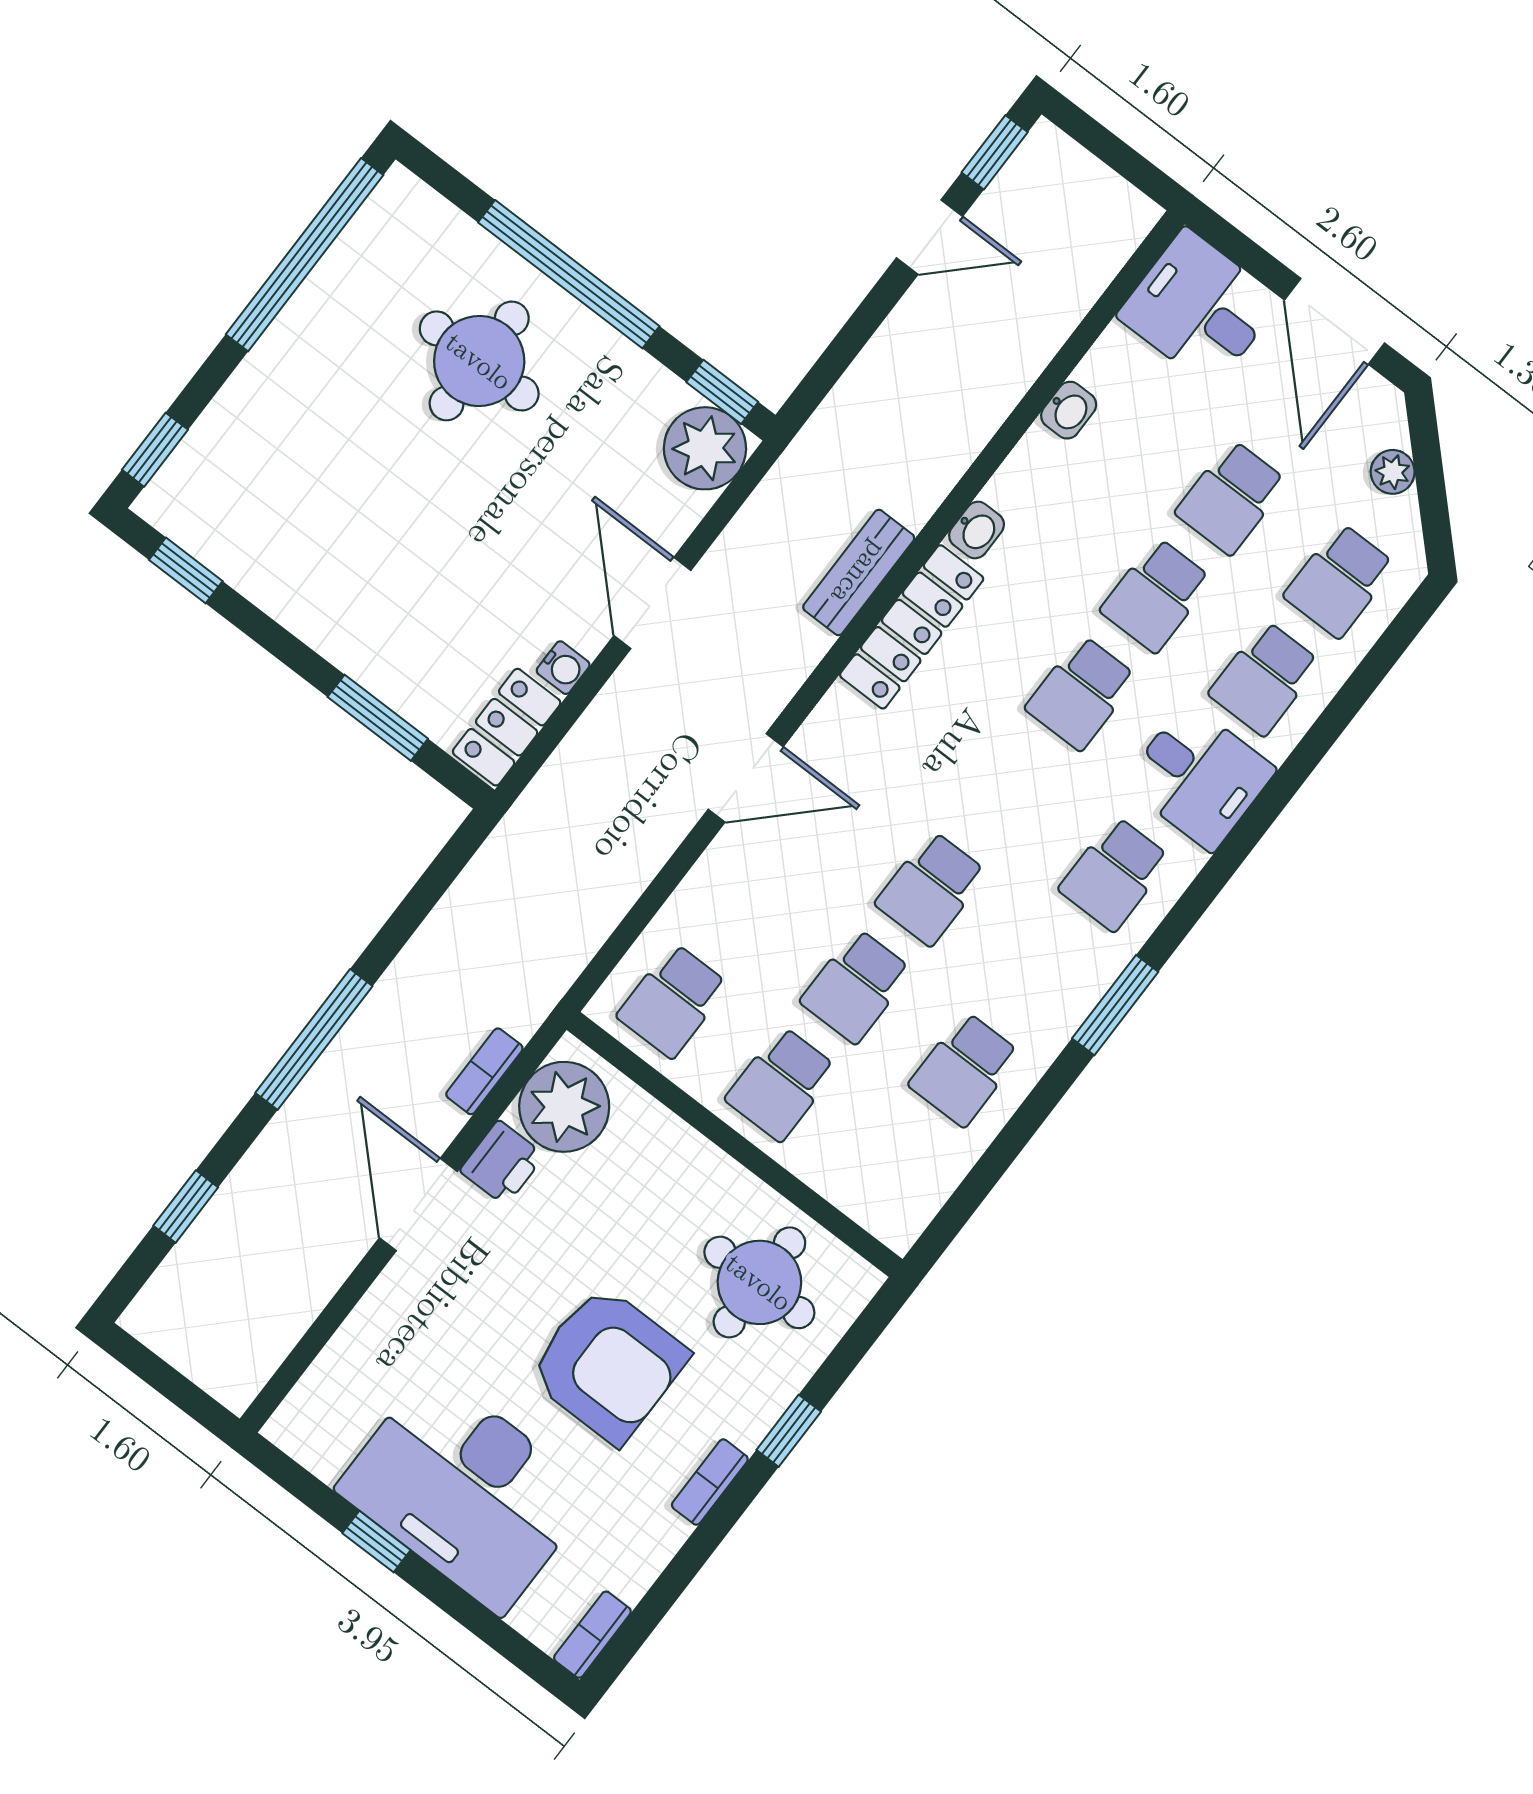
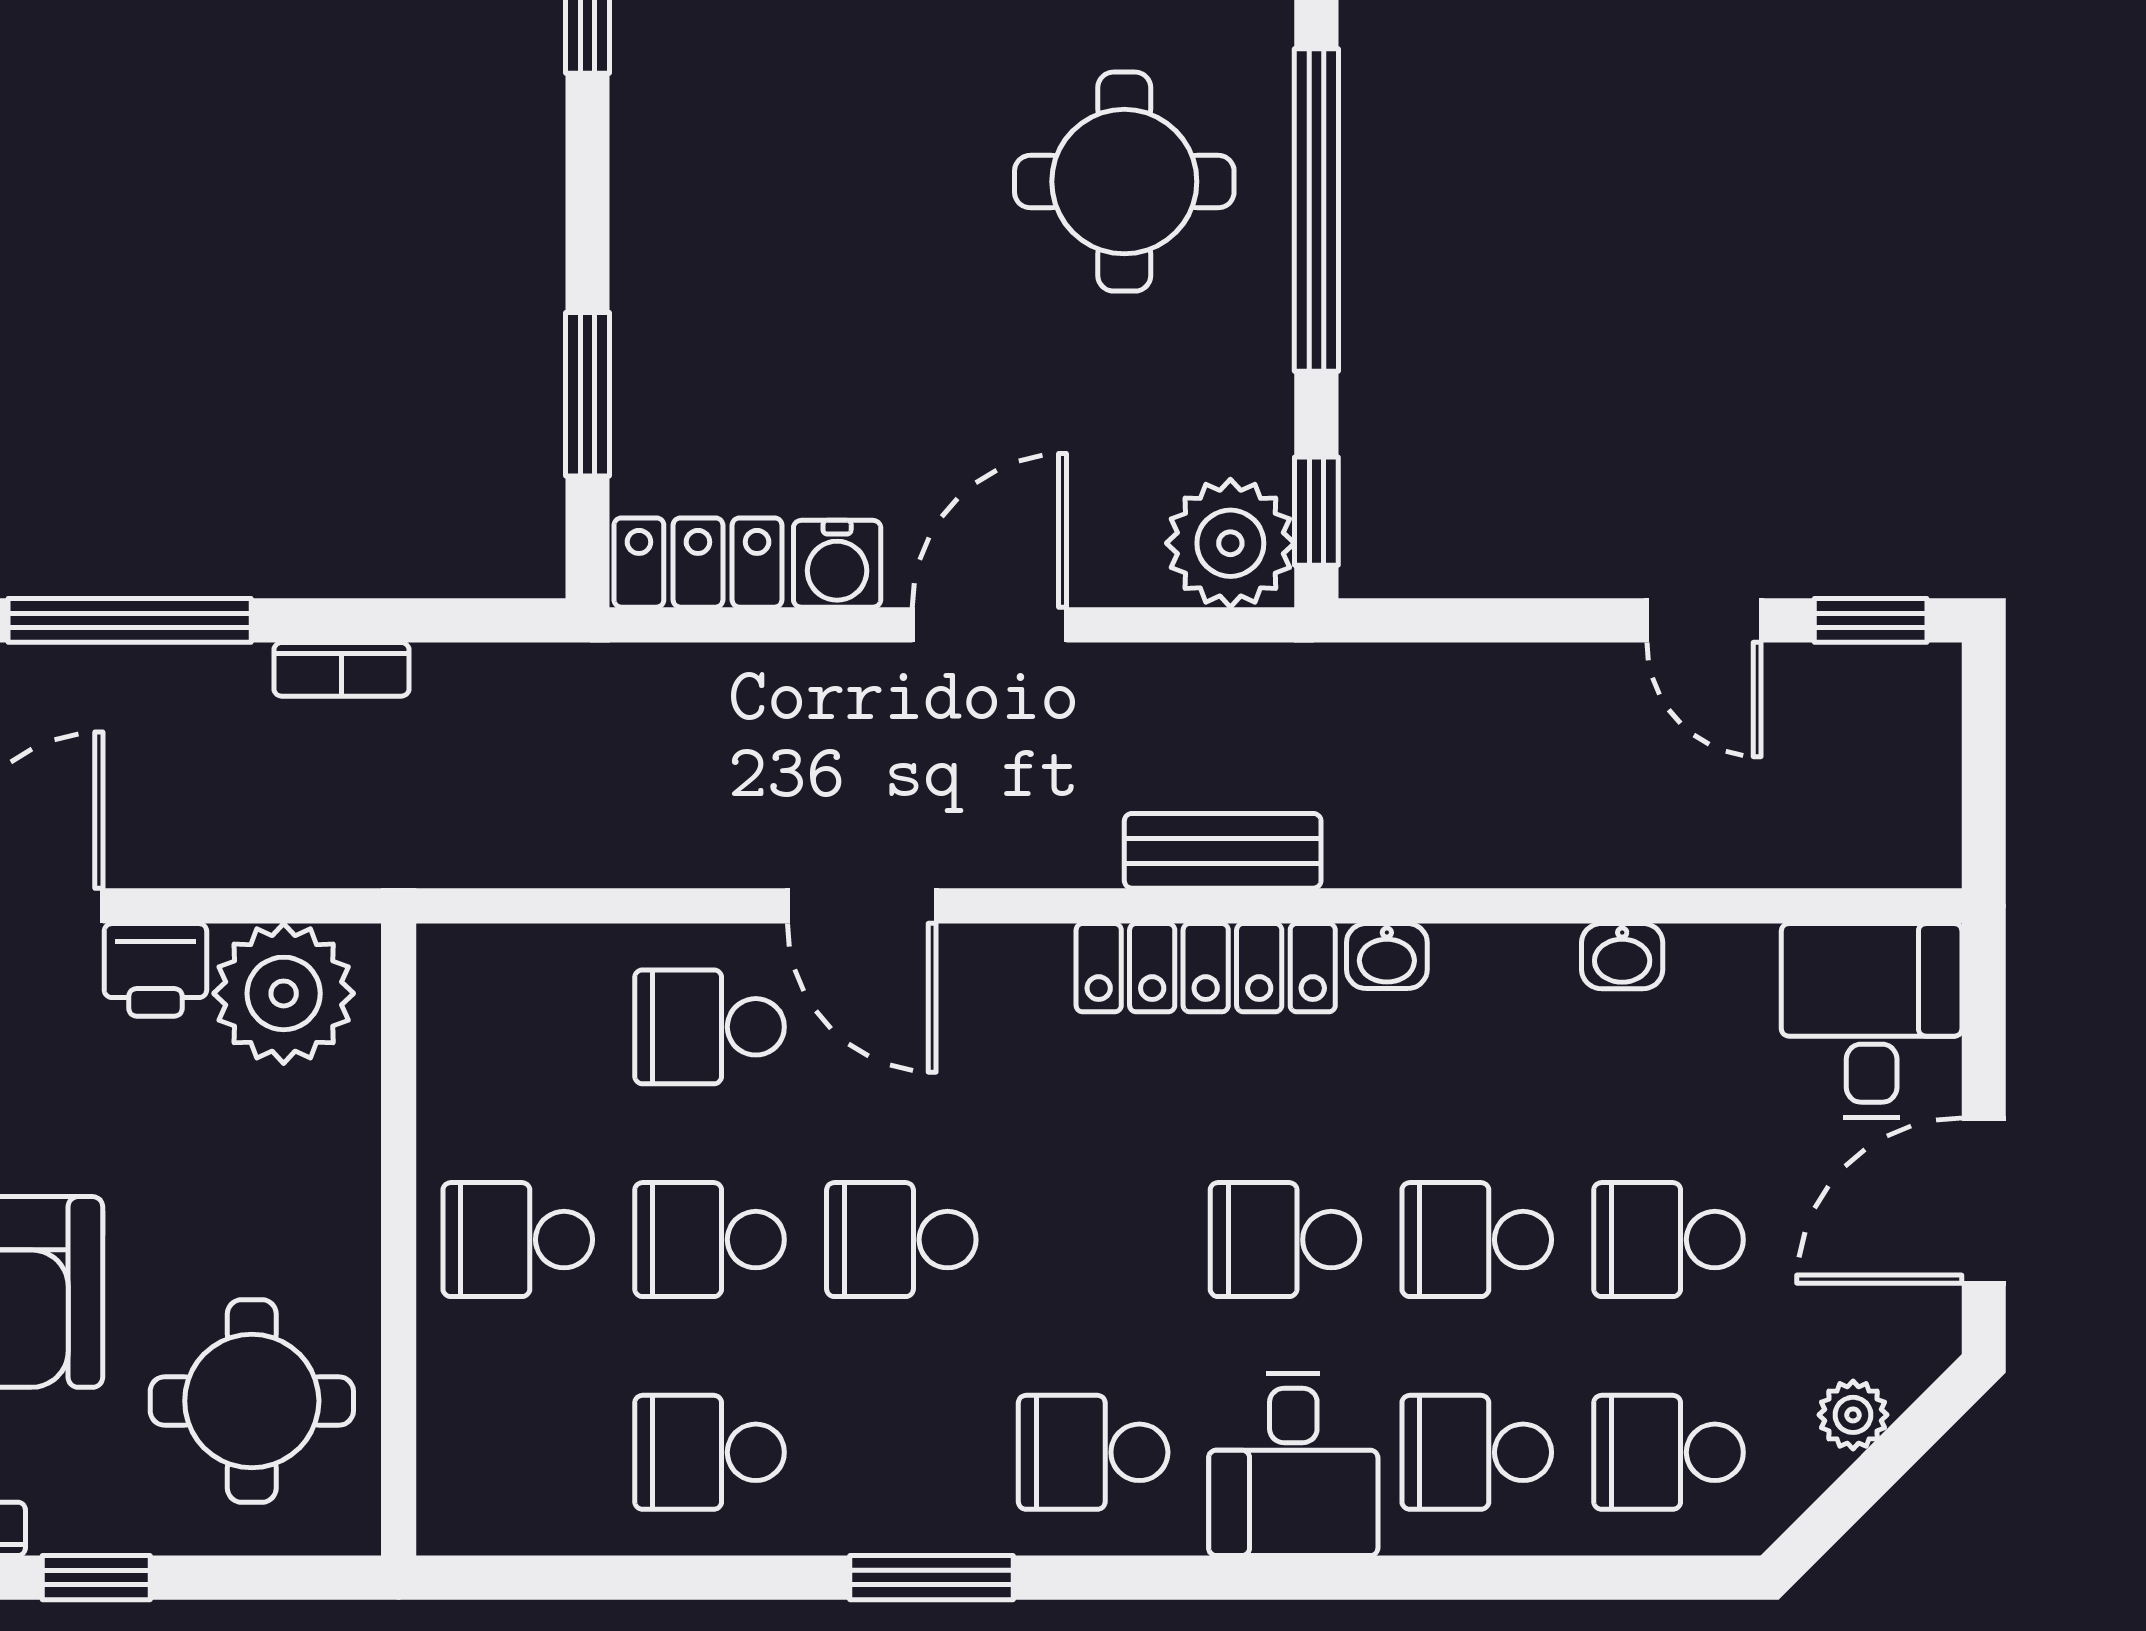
water cooler: (563, 668) -> (837, 564), width x1.38, depth x1.38
school desk: (673, 1001) -> (710, 1027), moved
bookcase: (484, 1071) -> (341, 669), moved, turned 180

